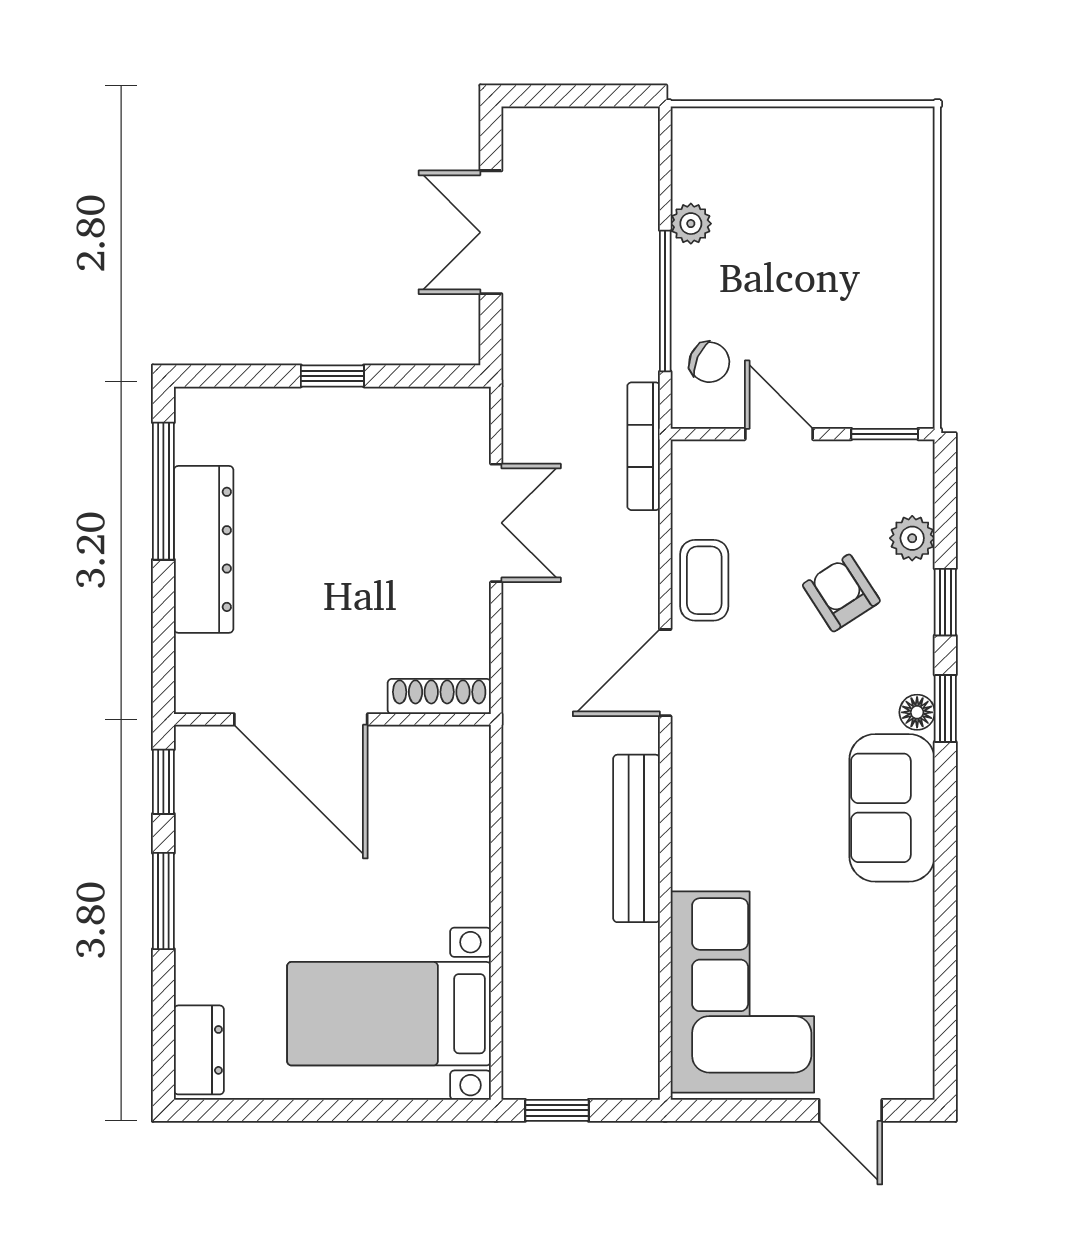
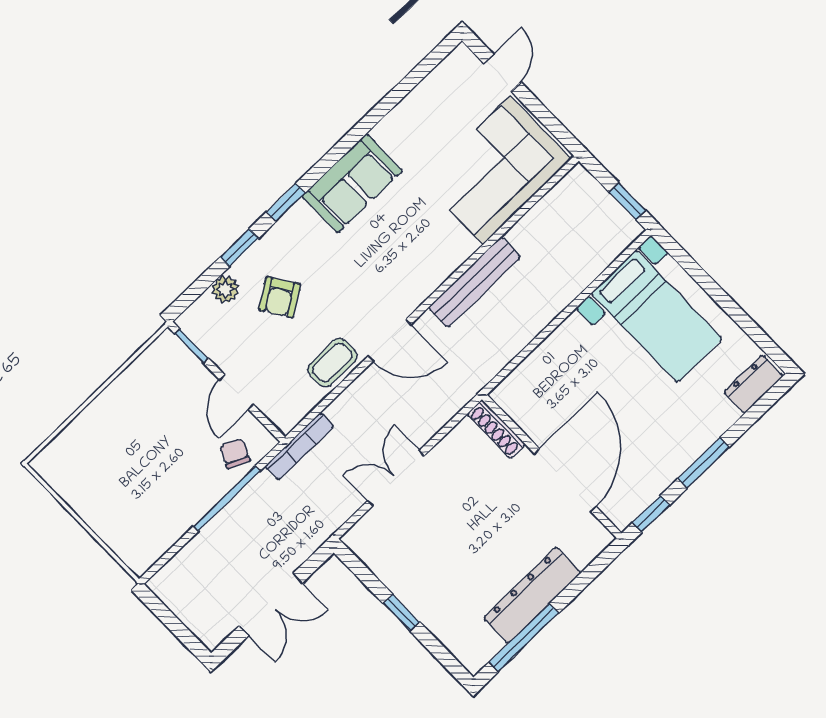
plant: (691, 224) -> (182, 520), removed
floor lamp: (917, 712) -> (300, 213), removed

